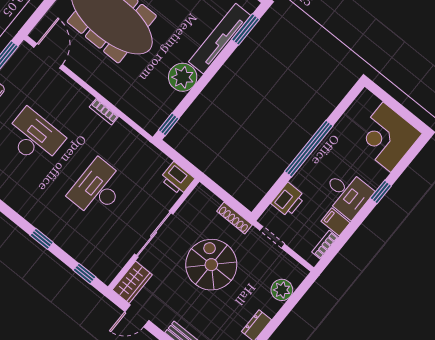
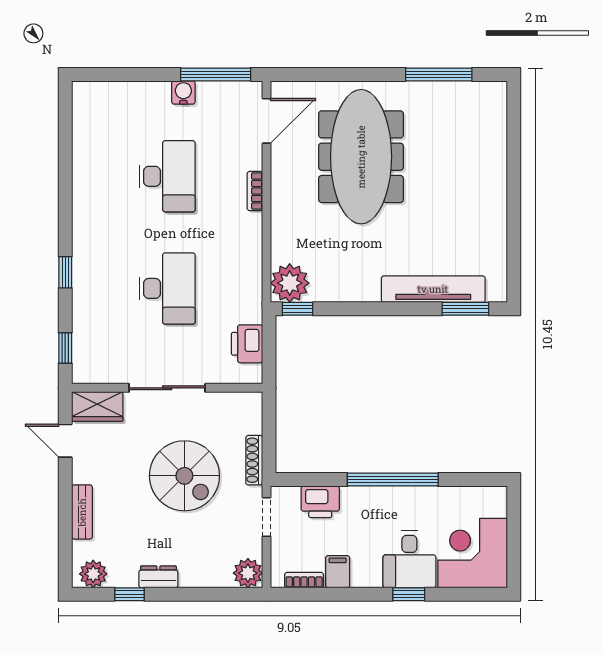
plant: (183, 77) -> (290, 283), moved
bookcase: (104, 112) -> (255, 191), moved
printer: (177, 179) -> (247, 344), moved
desk: (97, 189) -> (167, 288), turned 90
desk: (347, 193) -> (409, 559), moved
spiral stairs: (211, 265) -> (184, 476), turned 90
plant: (282, 290) -> (248, 573), moved

